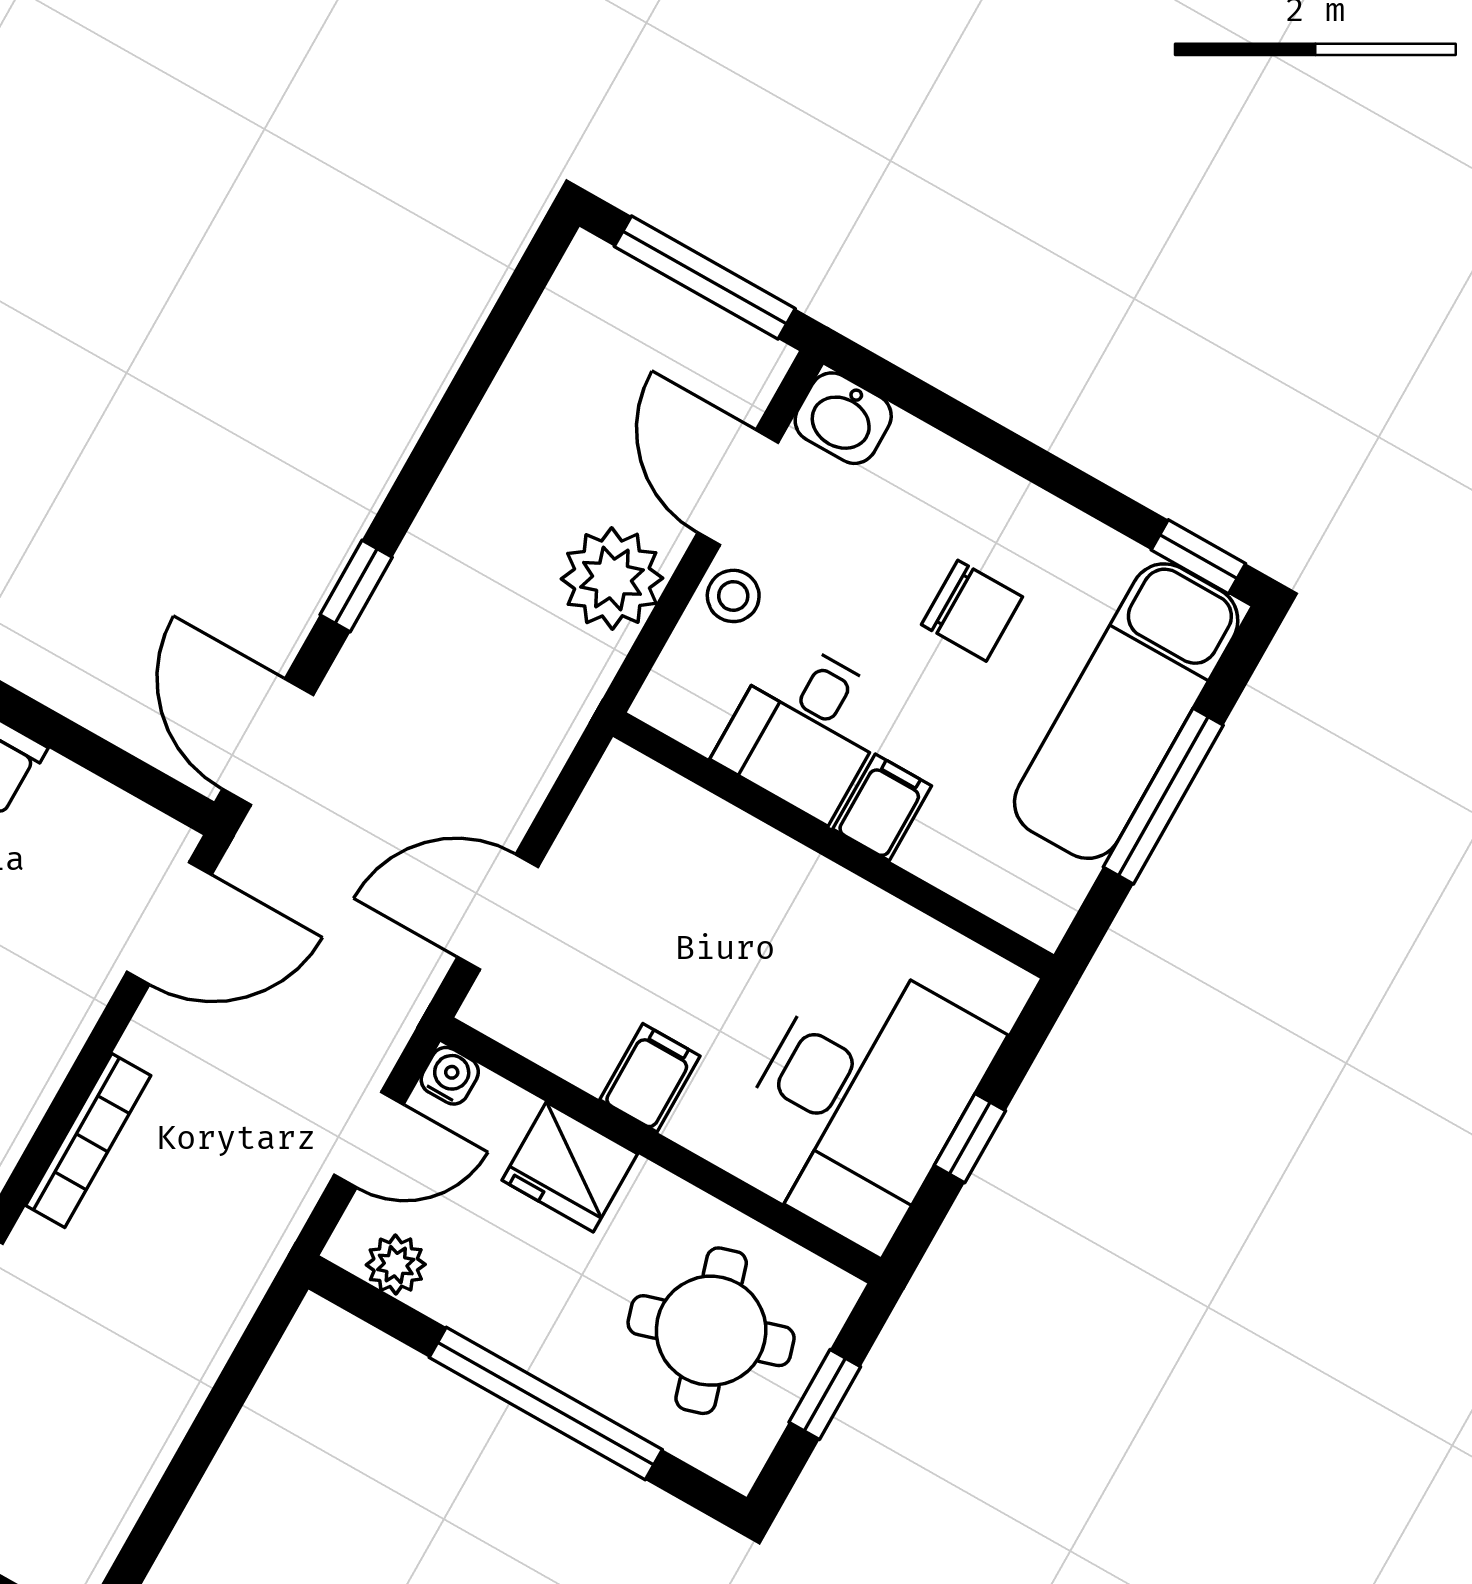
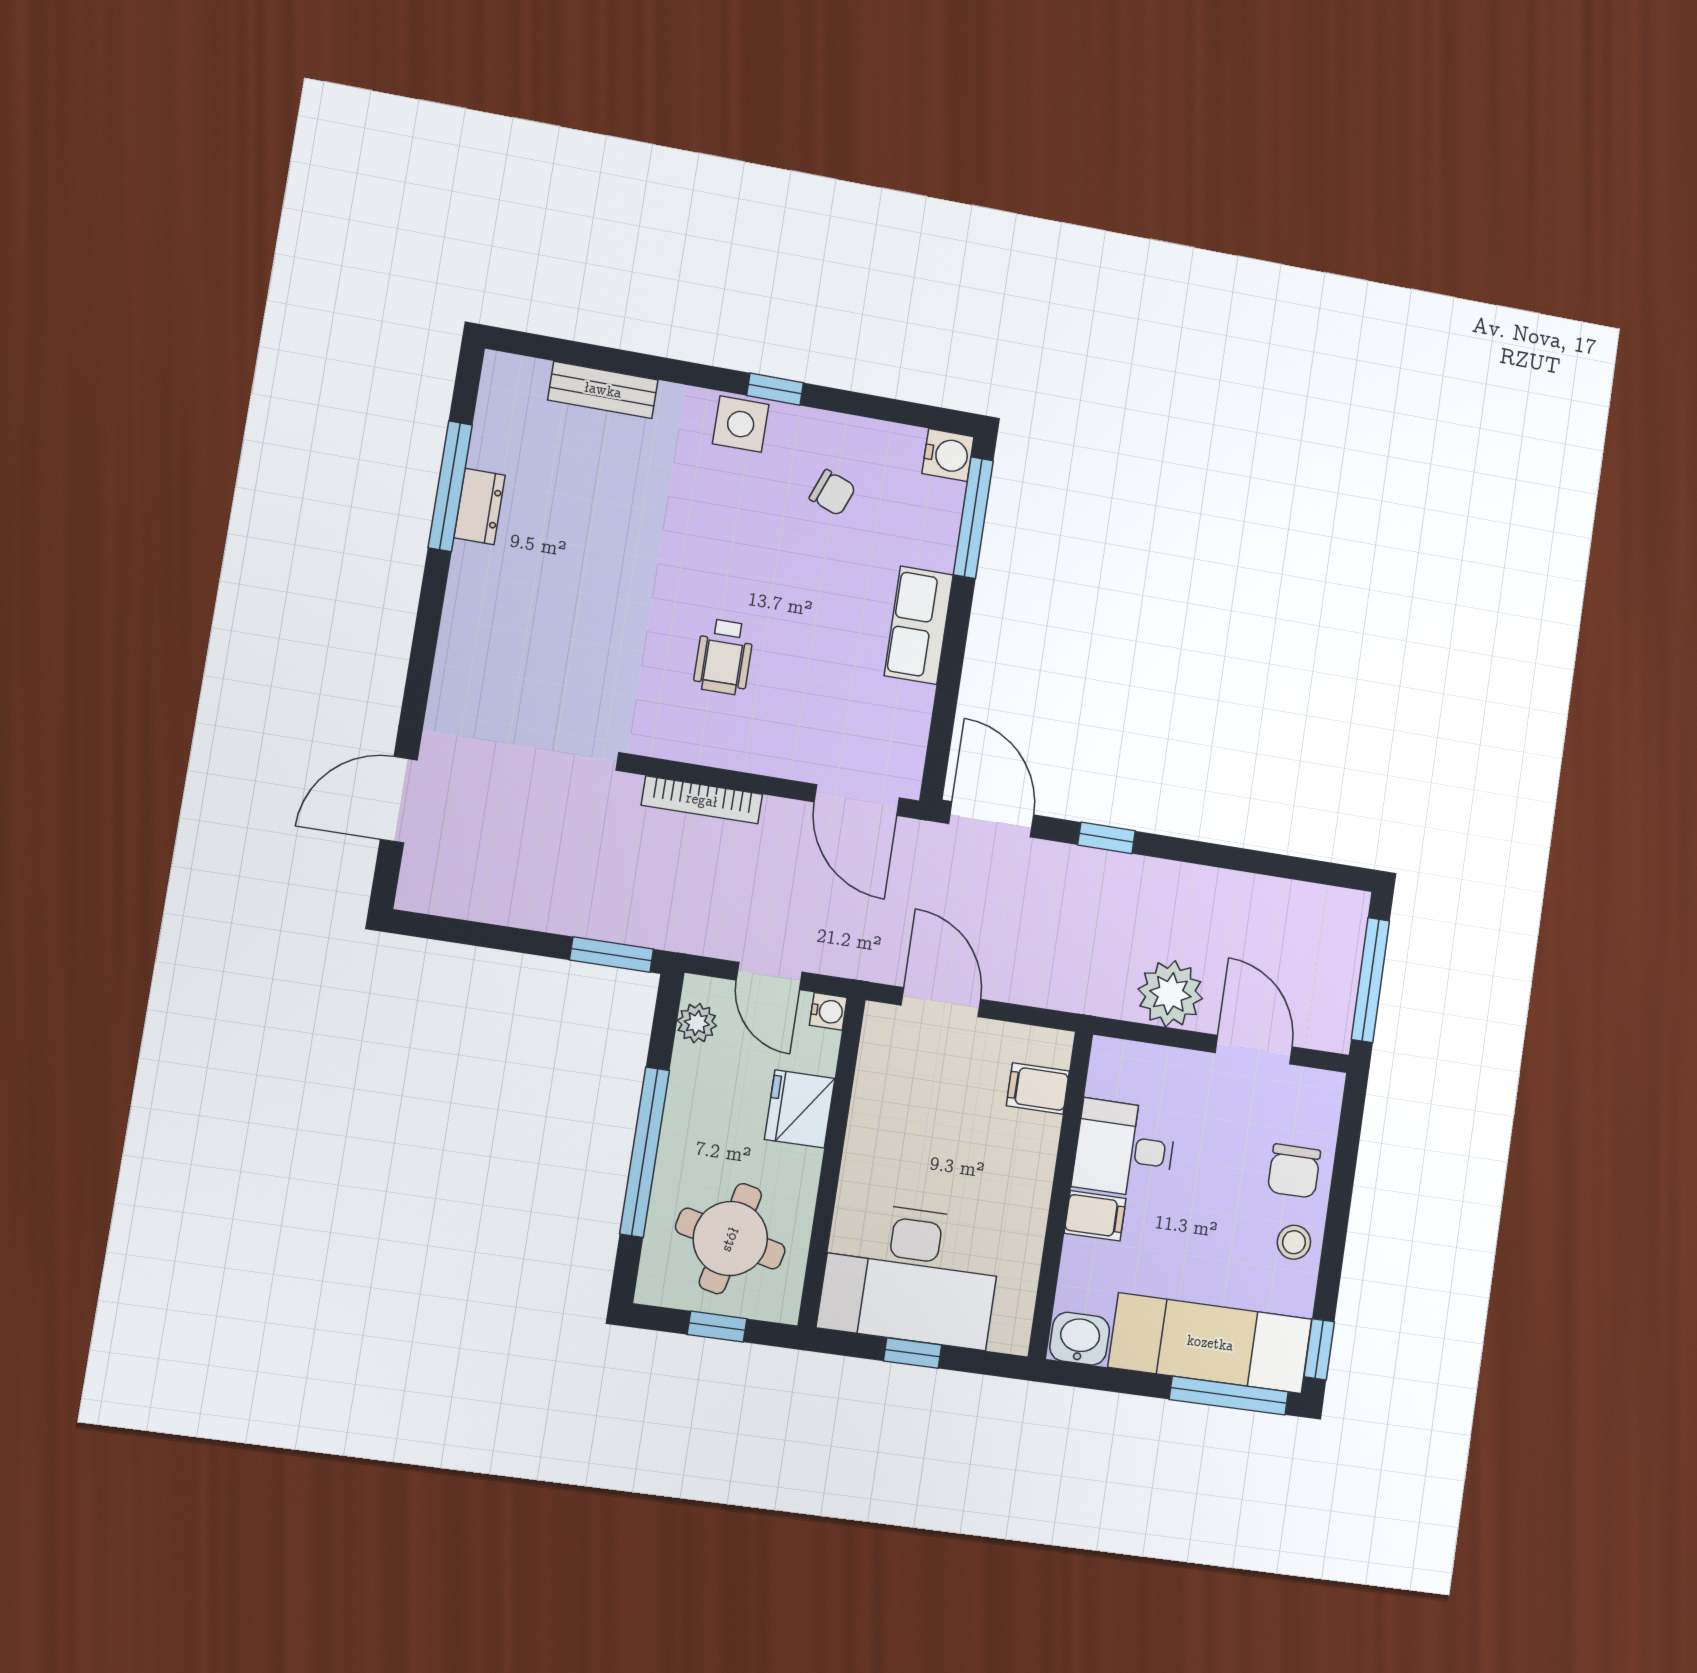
washbasin: (843, 418) -> (1080, 1339), moved, turned 90
door: (738, 488) -> (1254, 1050), hinge flipped
stool: (733, 596) -> (1294, 1242), moved
chair: (972, 611) -> (1294, 1171), moved
door: (268, 742) -> (991, 819), hinge flipped
window: (1163, 796) -> (1229, 1396), moved
filing cabinet: (650, 1078) -> (1038, 1088), moved, turned 180
round table: (711, 1331) -> (730, 1239), turned 30
window: (256, 1346) -> (611, 954), added

